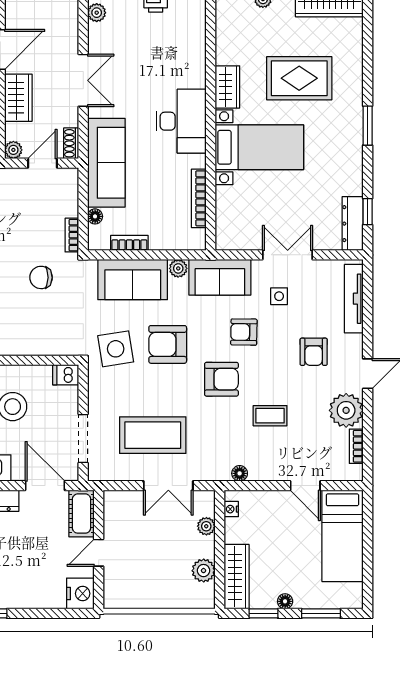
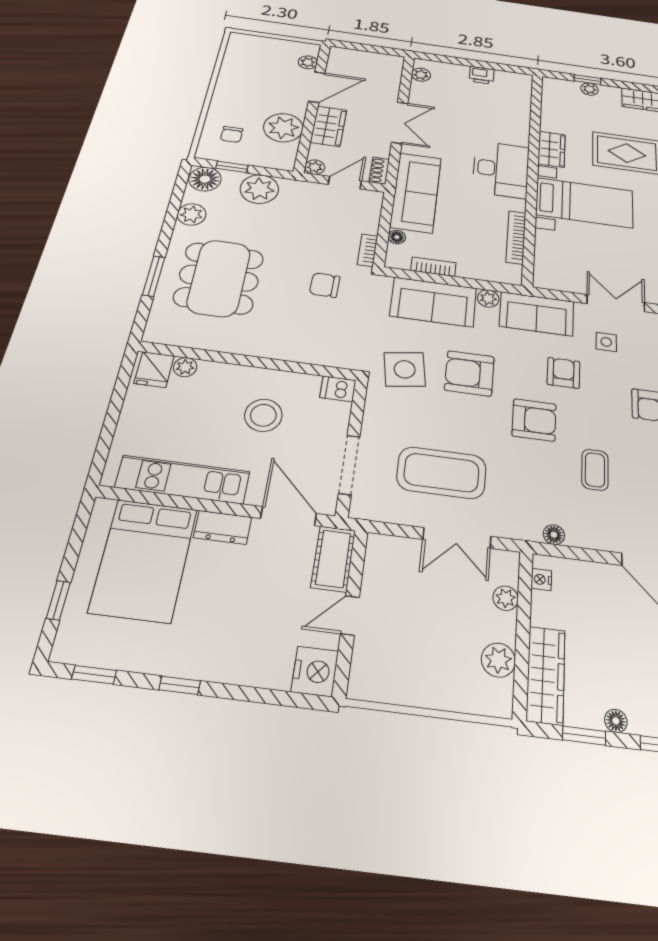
armchair: (244, 332) -> (564, 373), turned 89
coffee table: (270, 416) -> (595, 470), turned 90

